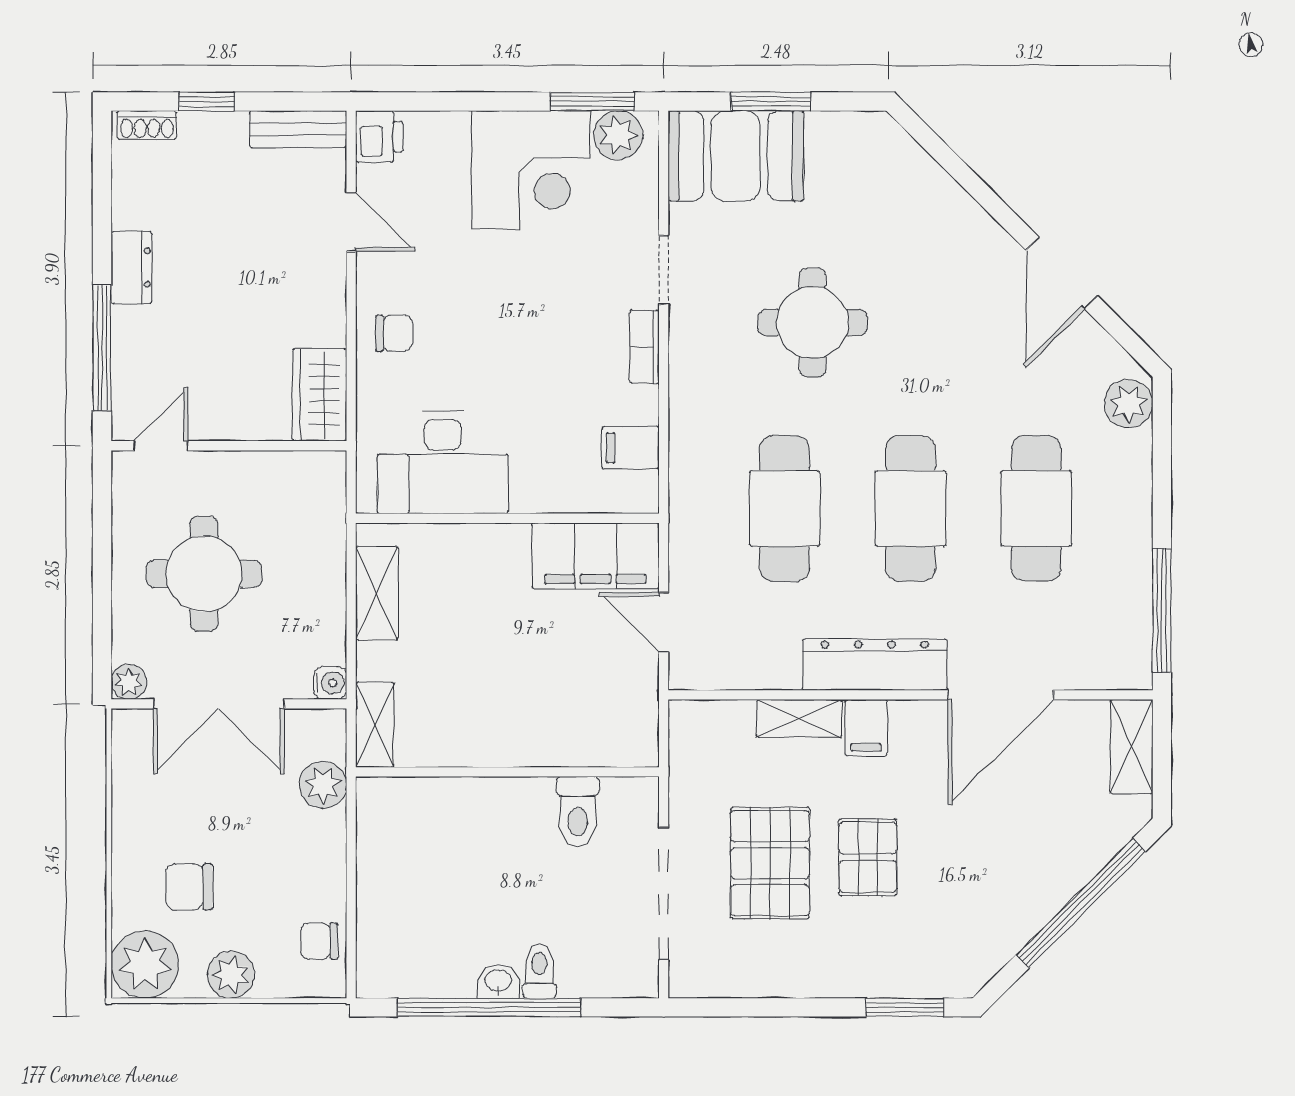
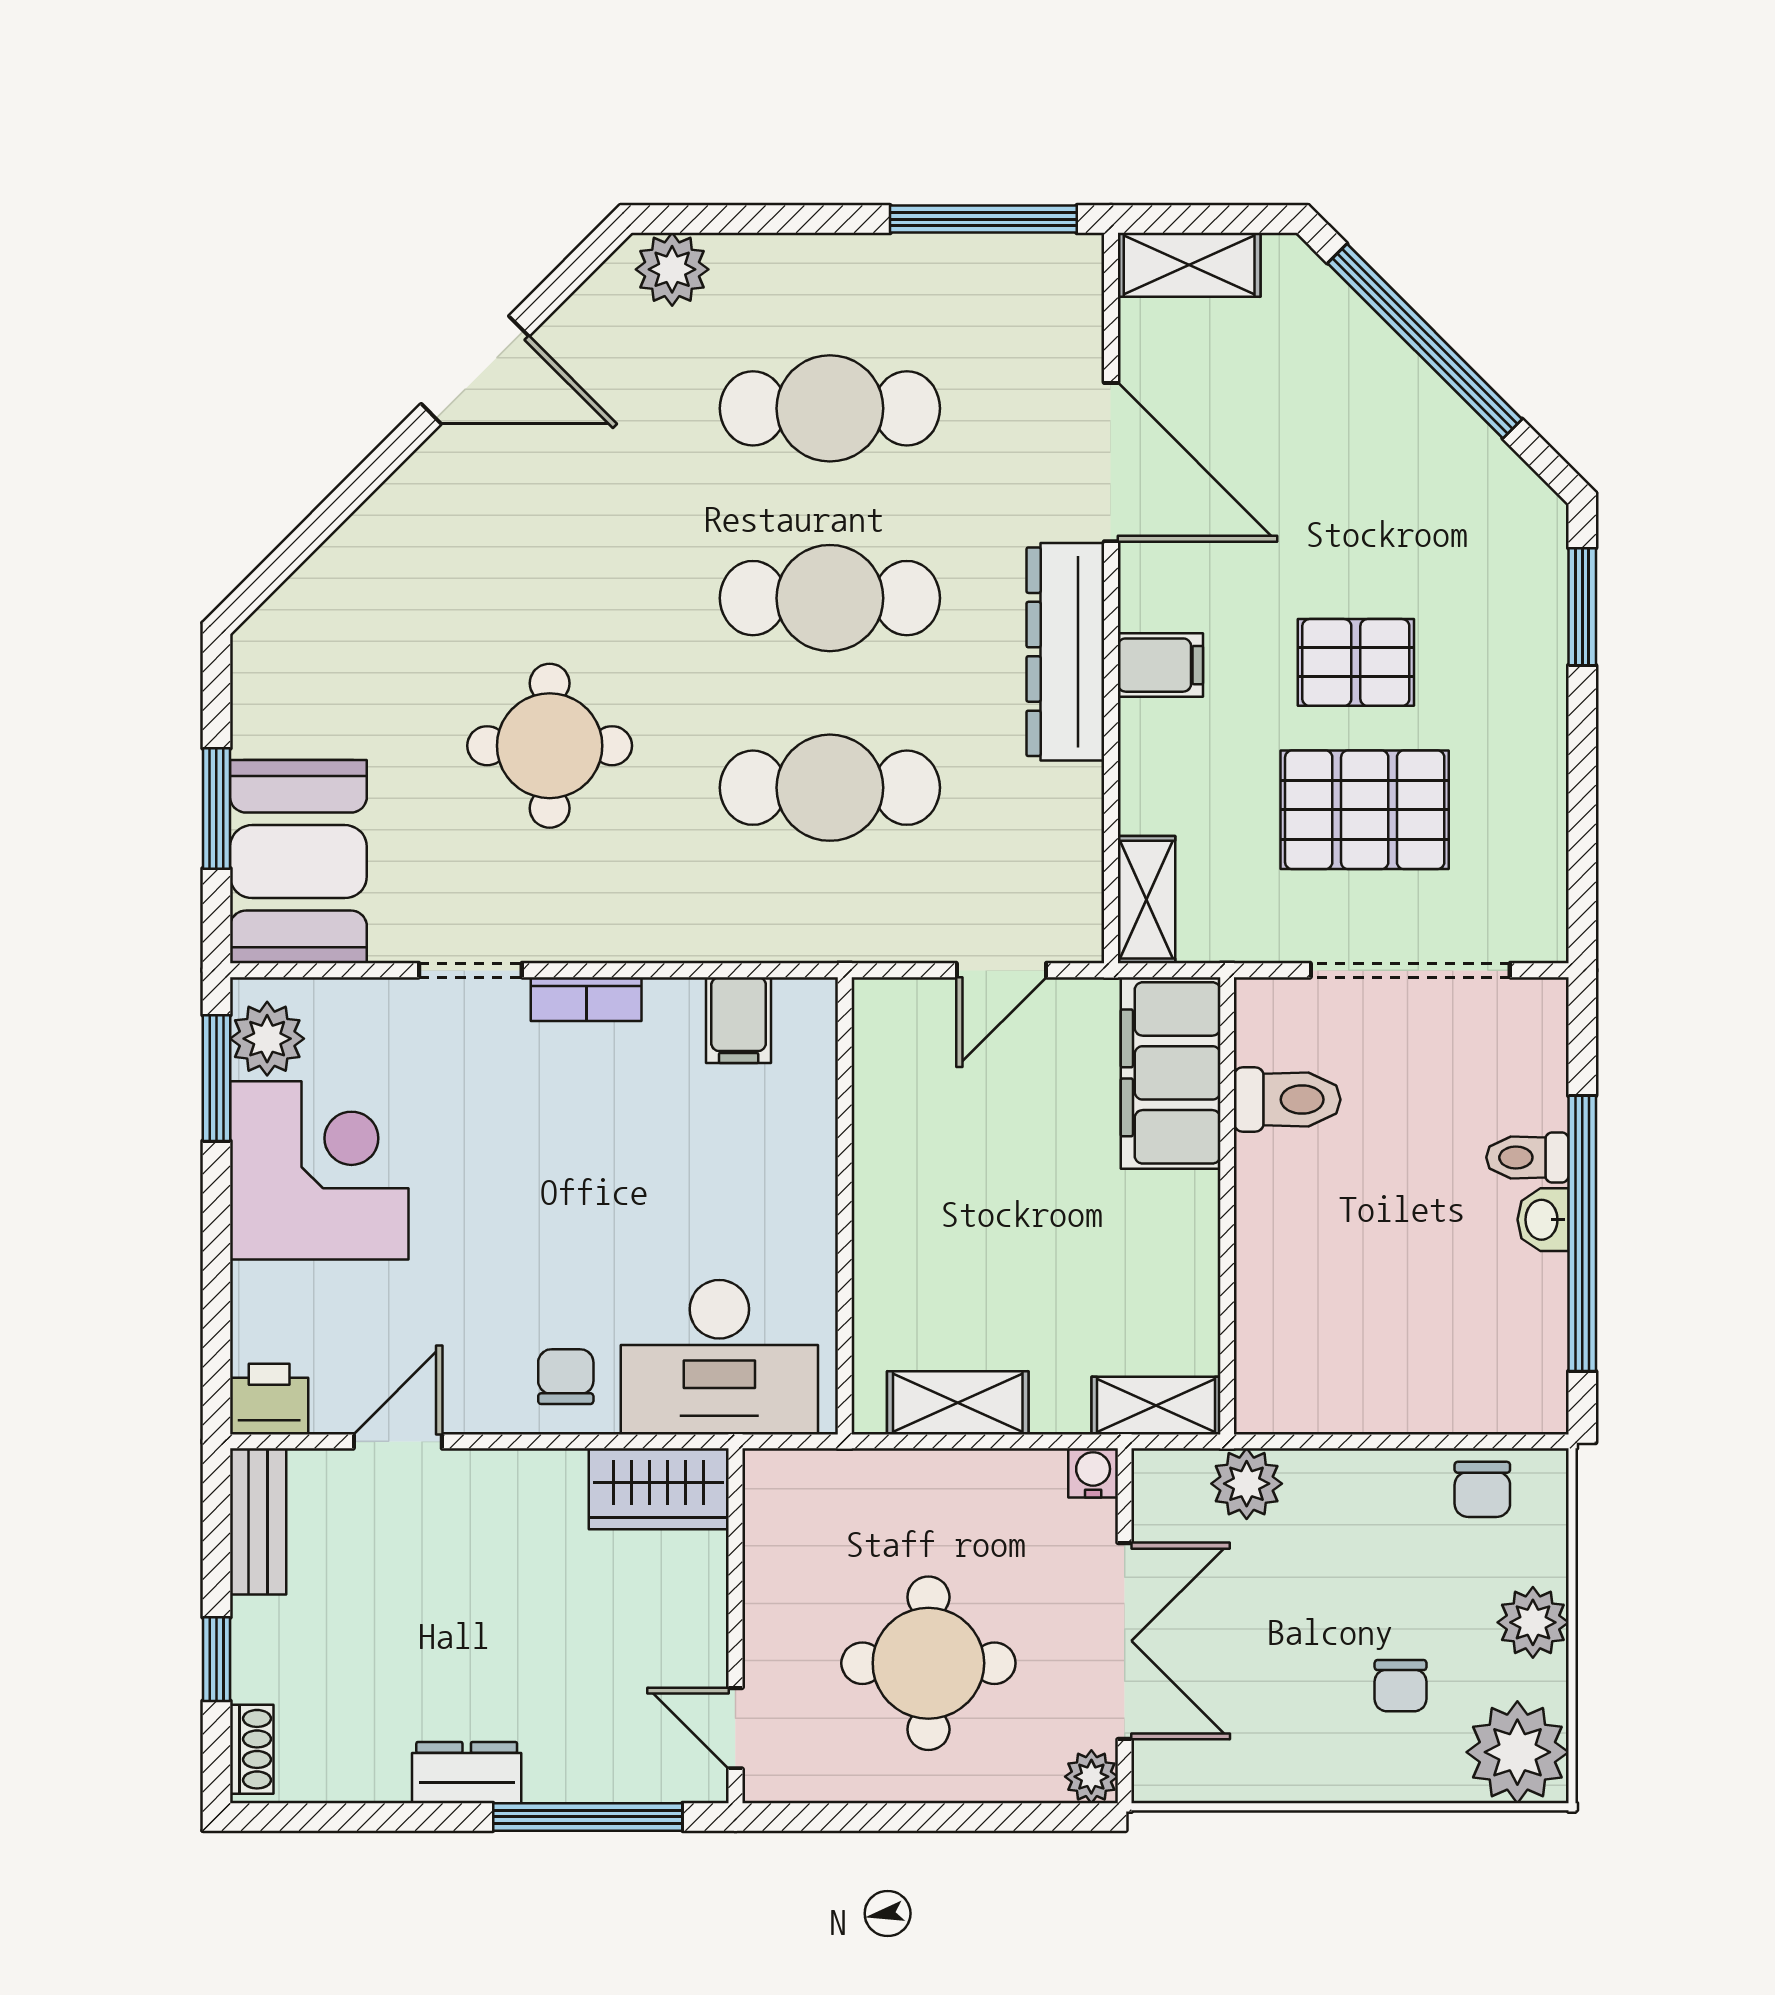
desk: (443, 462) -> (719, 1357), moved, turned 90
filing cabinet: (596, 556) -> (1171, 1073), moved, turned 180
shelving: (799, 718) -> (1147, 900), moved
chair: (189, 887) -> (1401, 1686), width x0.73, depth x0.73

